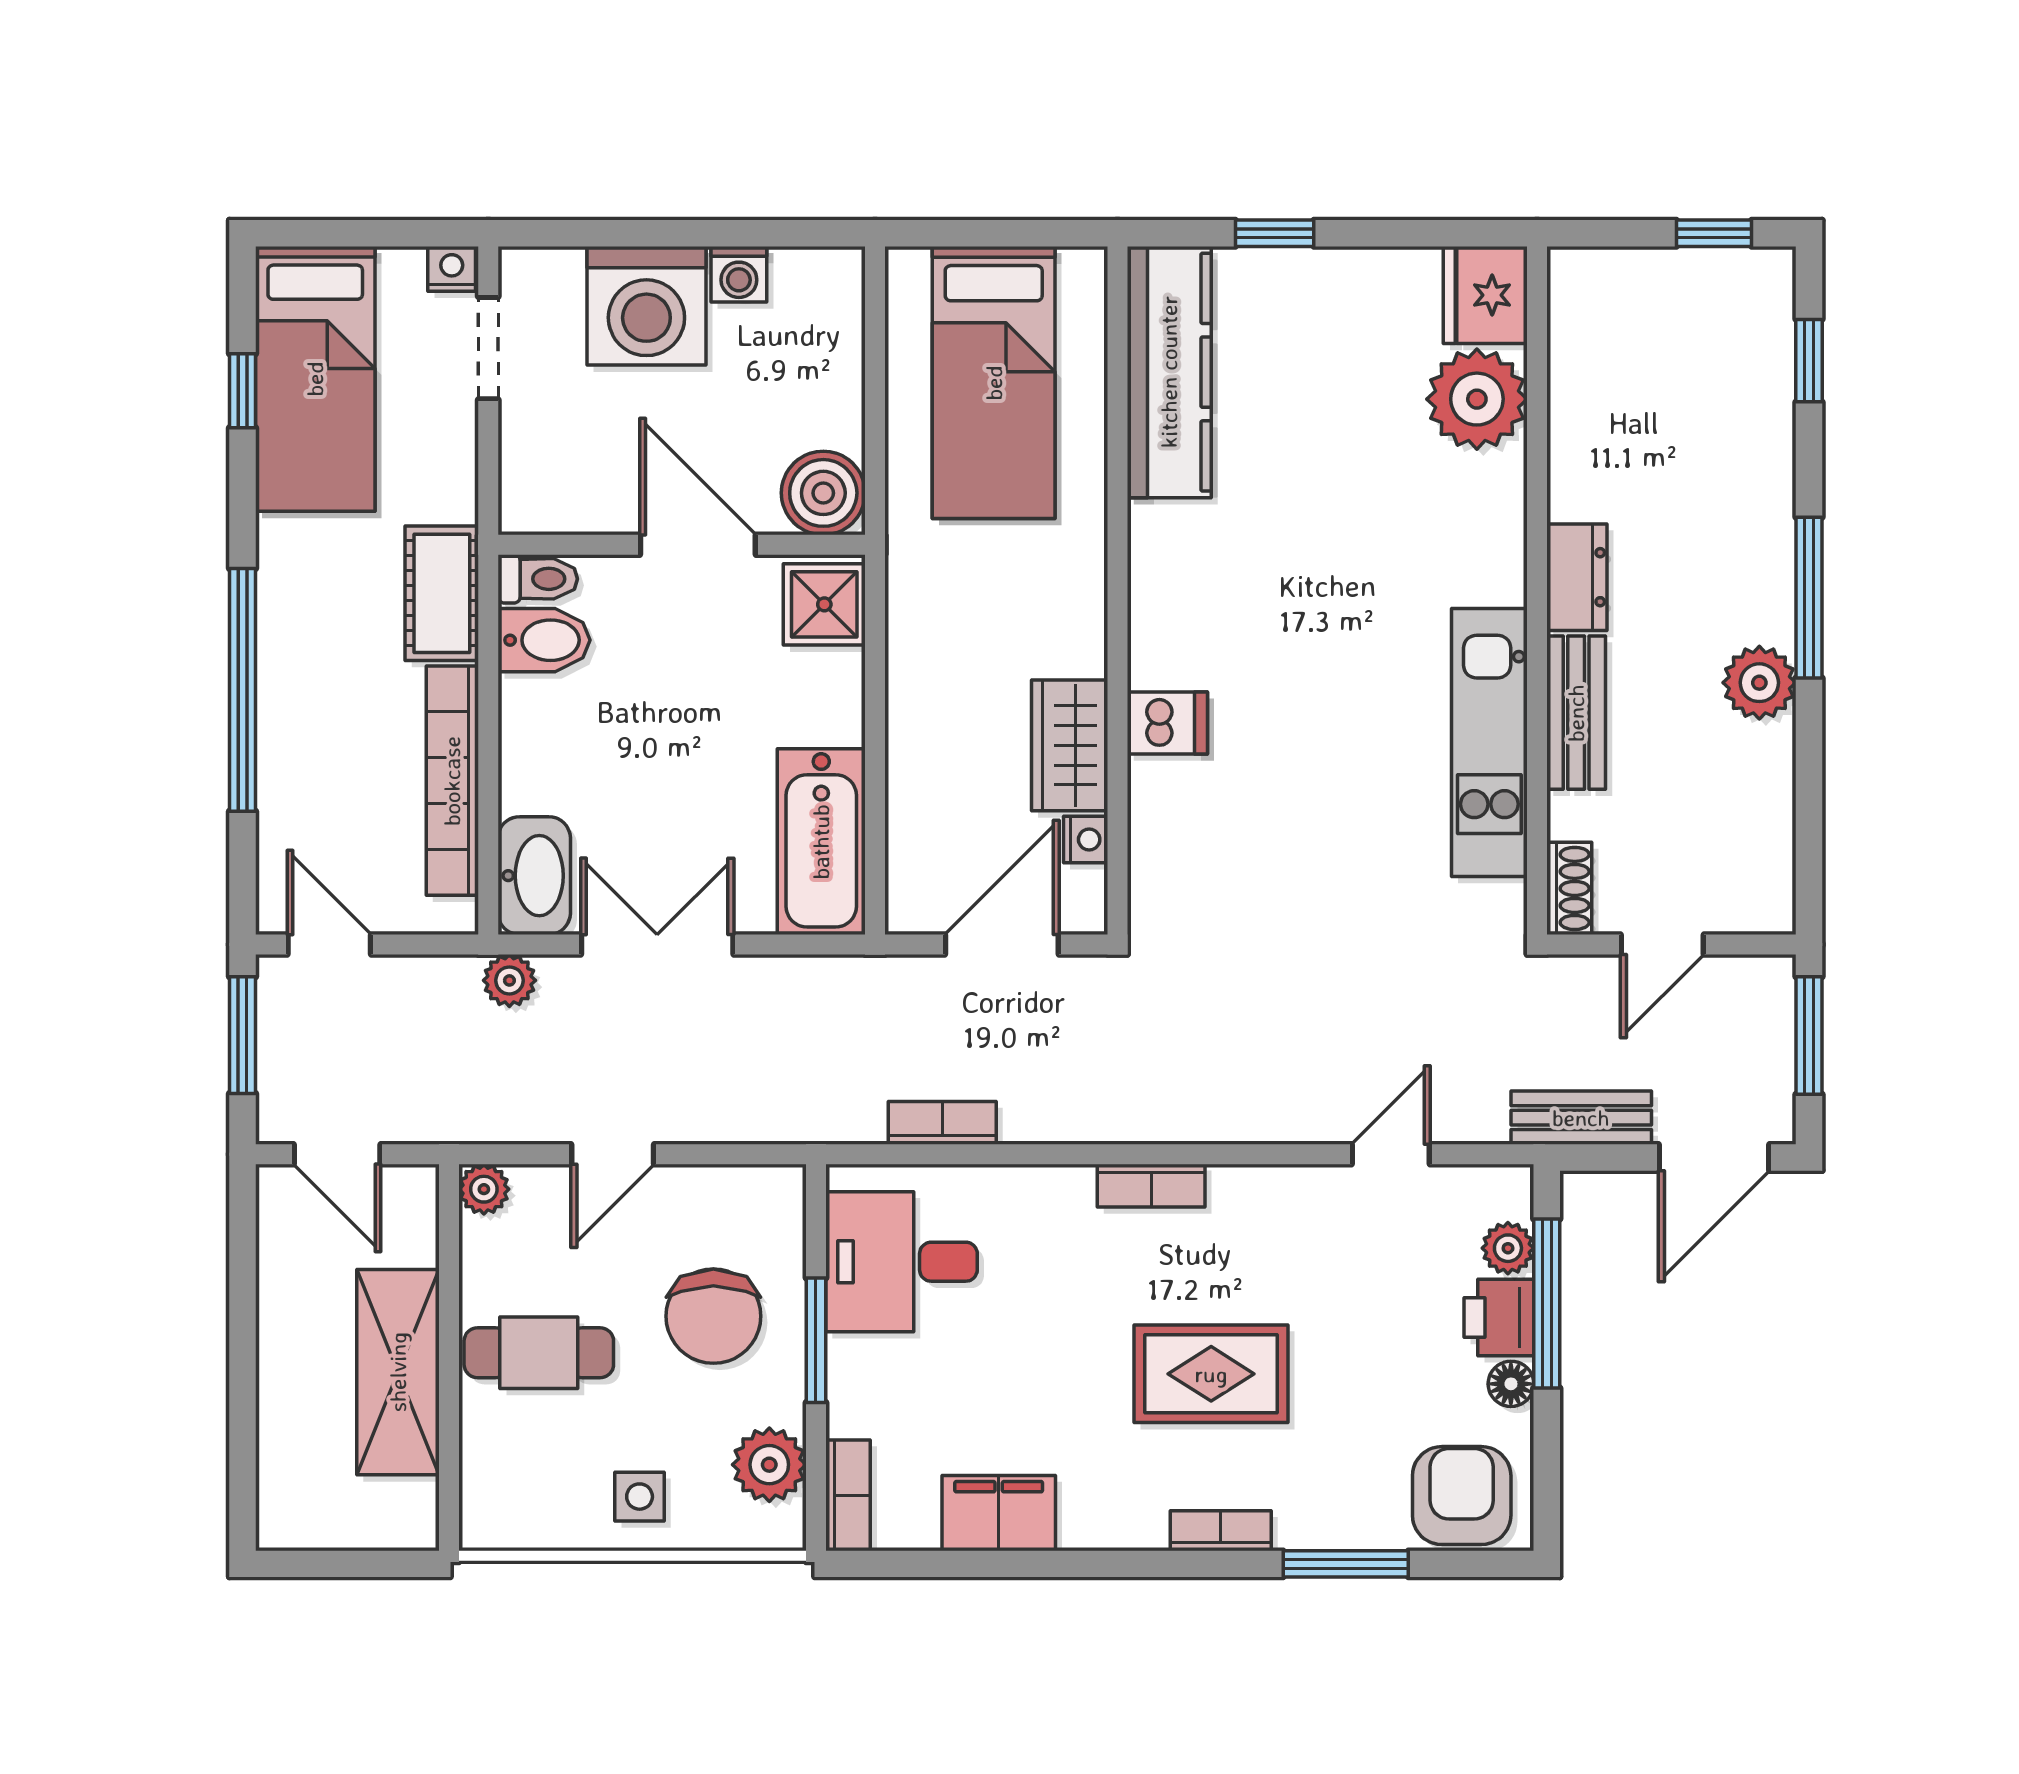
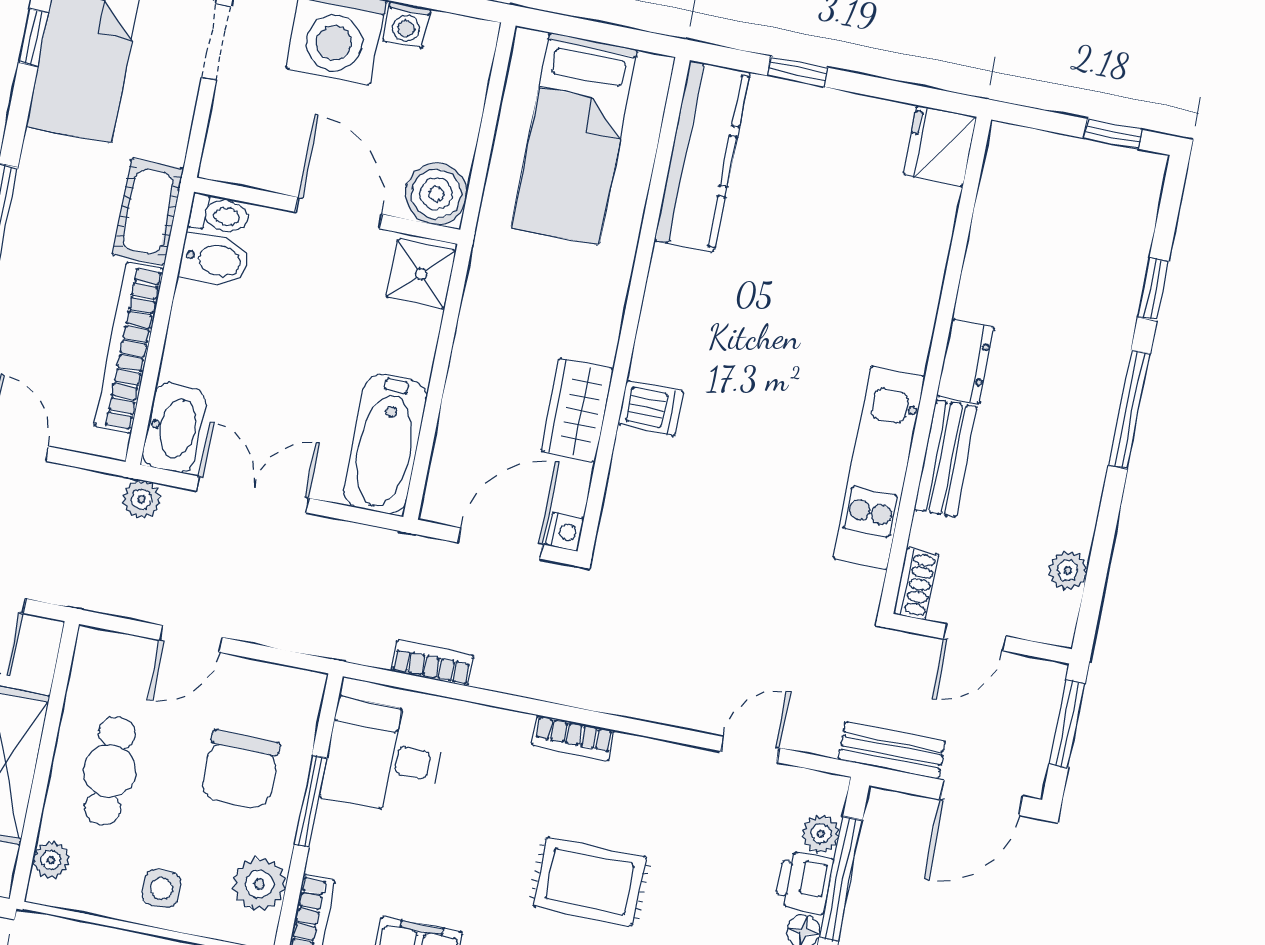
window: (1809, 361) -> (1153, 289), moved
plant: (1477, 399) -> (919, 219), removed
plant: (1759, 683) -> (1068, 571), moved, width x0.73, depth x0.73
nightstand: (1086, 840) -> (565, 532), moved
plant: (484, 1189) -> (51, 860), moved
cafe table: (539, 1353) -> (110, 771), turned 90

